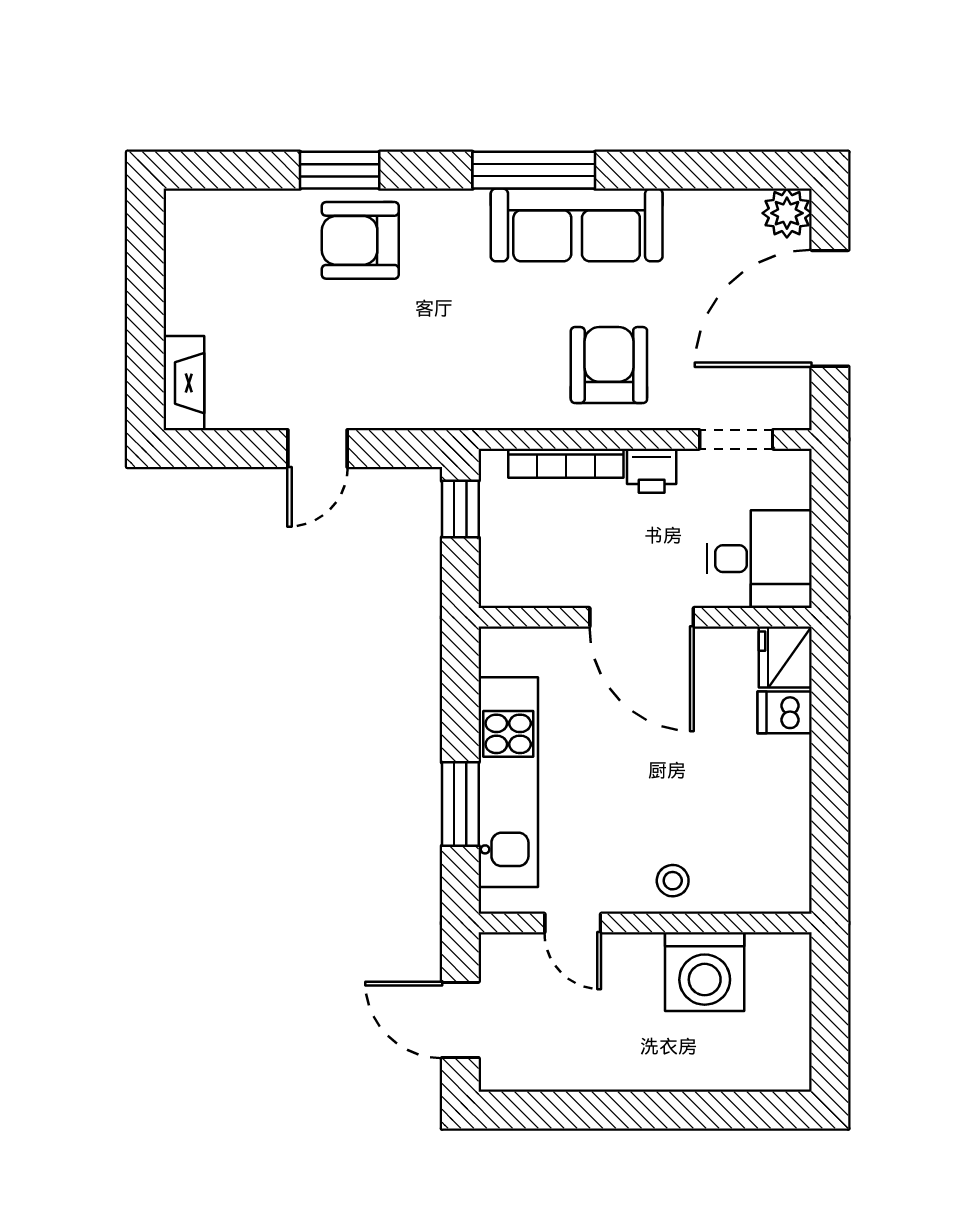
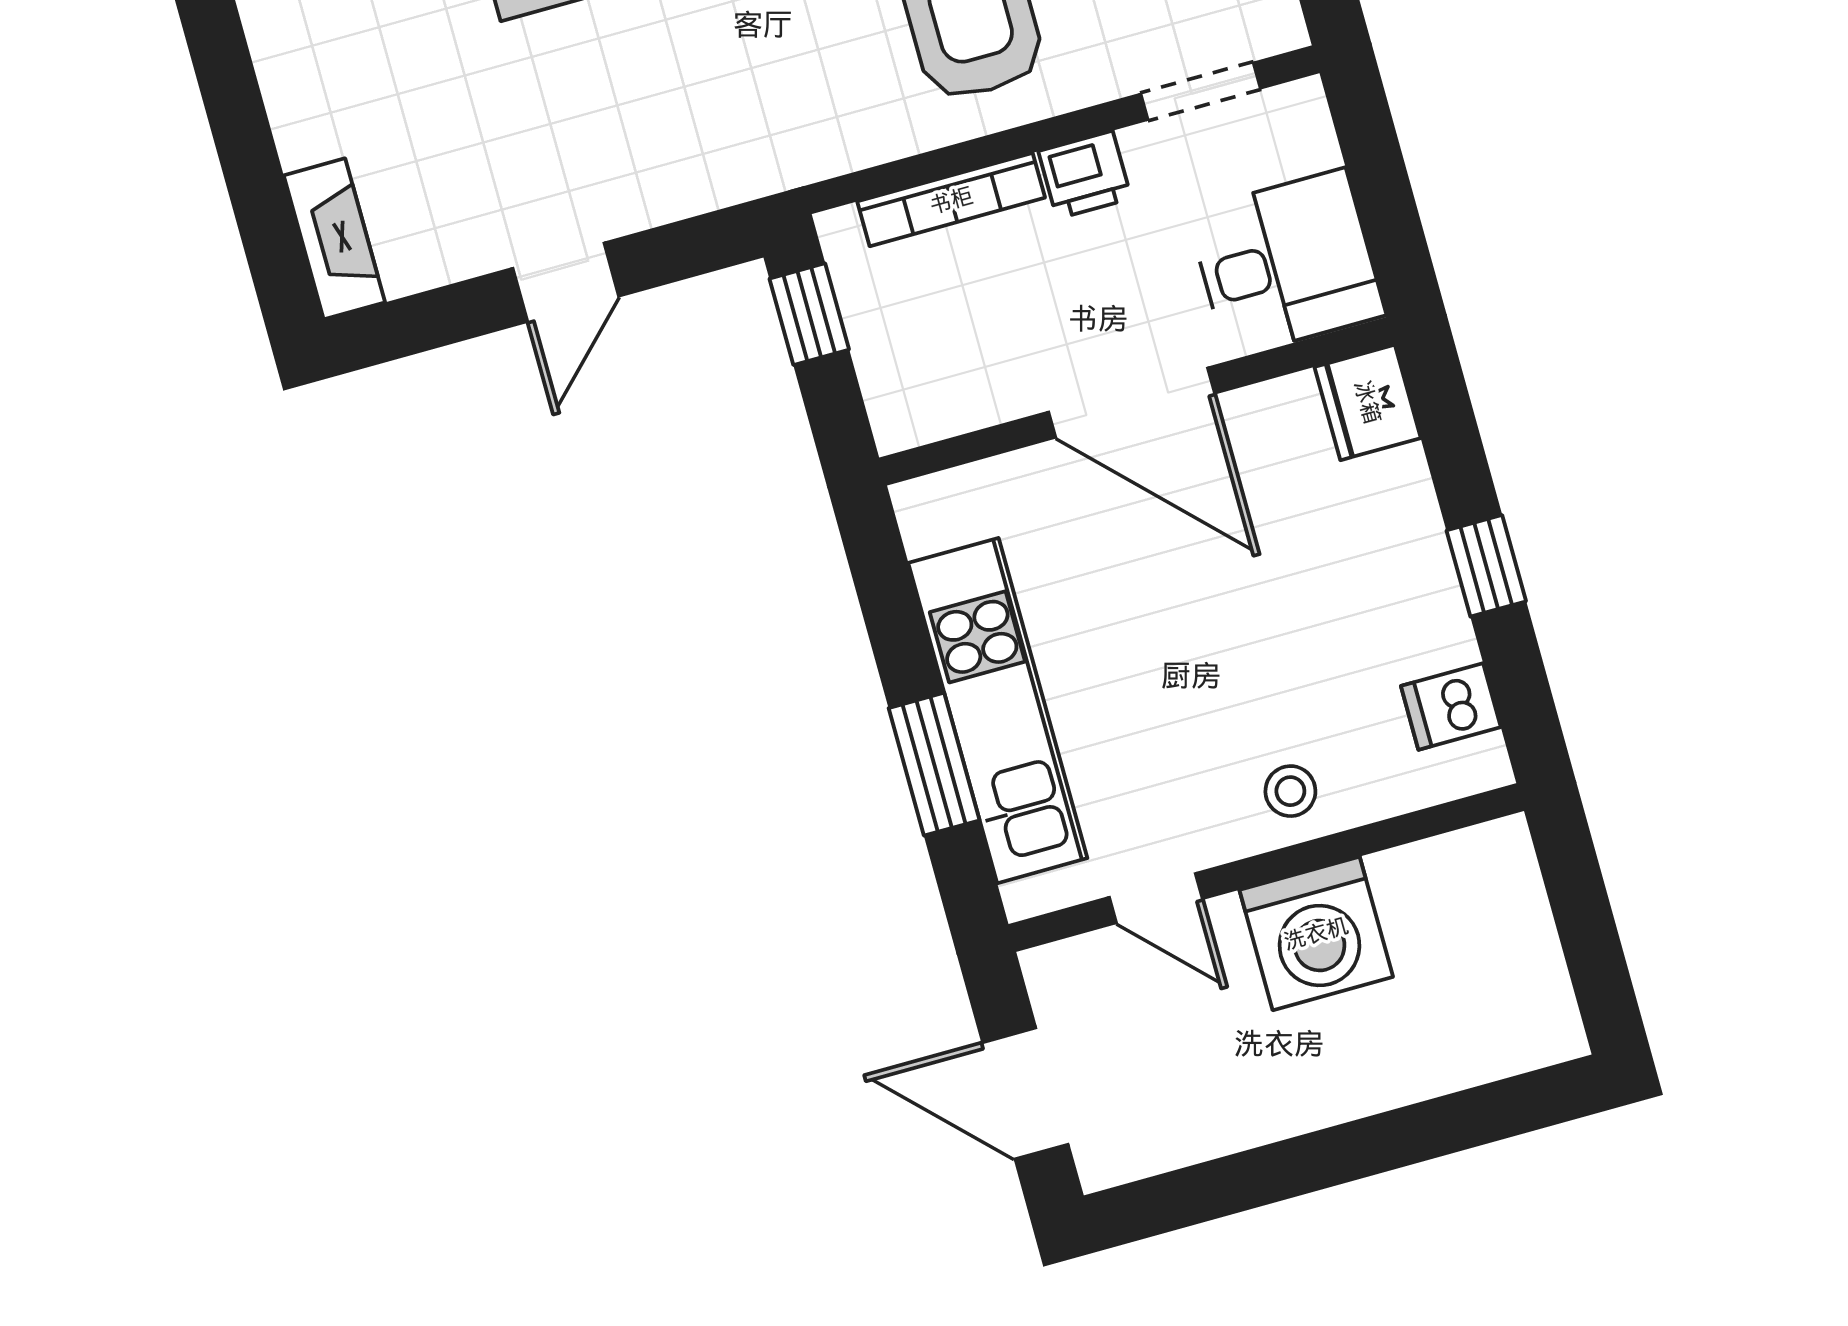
dishwasher: (785, 712) -> (1451, 706), moved
window: (830, 777) -> (1486, 566), added
washing machine: (705, 972) -> (1316, 933), moved

